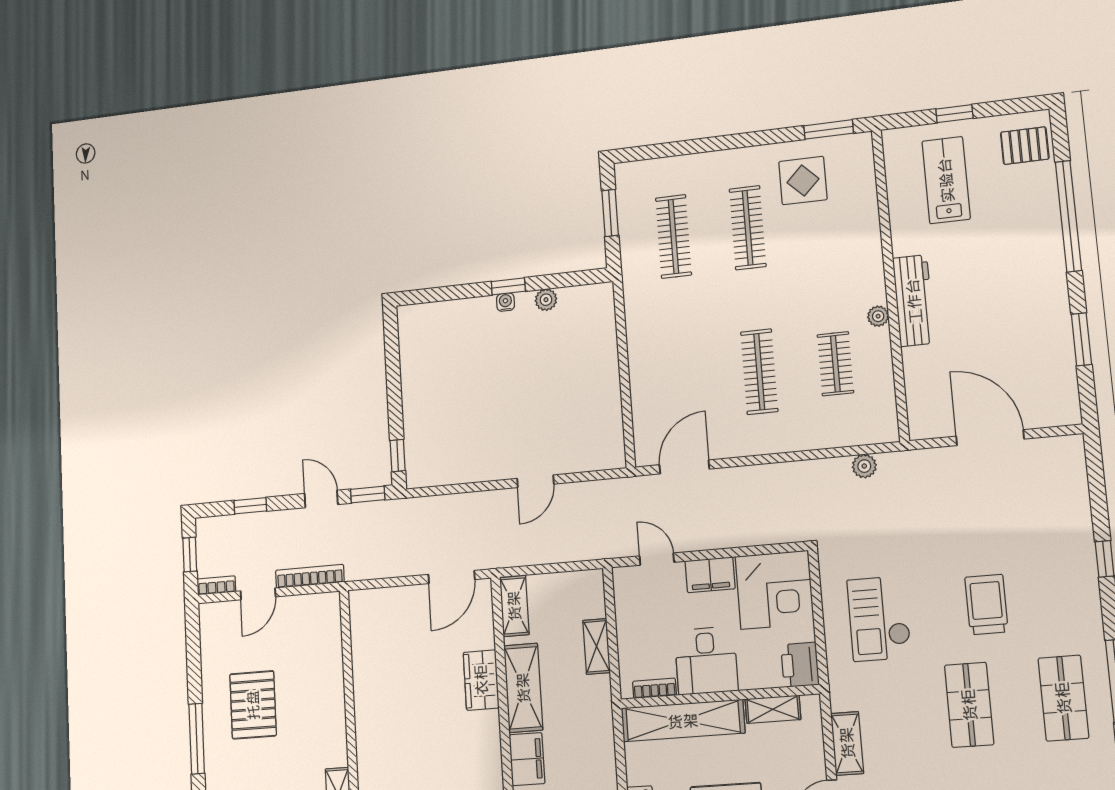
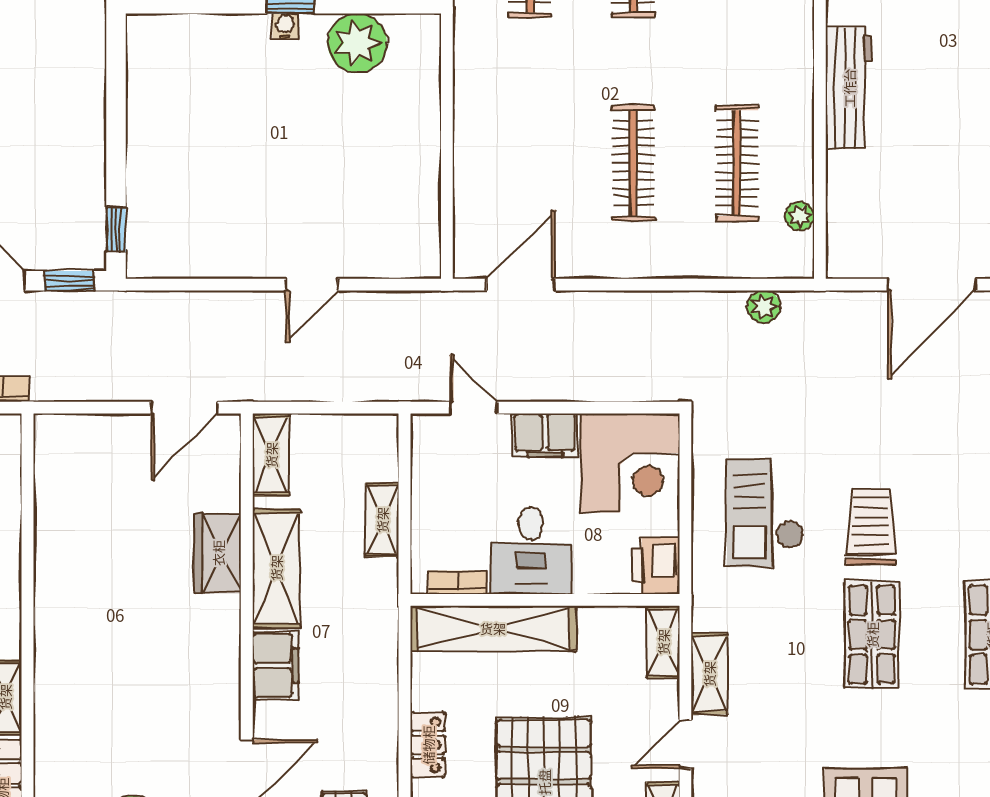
plant: (546, 300) -> (357, 43), width x1.87, depth x1.87
plant: (878, 316) -> (800, 216), moved
clothes rail: (835, 364) -> (737, 163), width x1.36
door: (990, 438) -> (932, 285), swing flipped
trolley: (986, 604) -> (871, 527), moved
shelving: (773, 709) -> (663, 642), moved, turned 90

